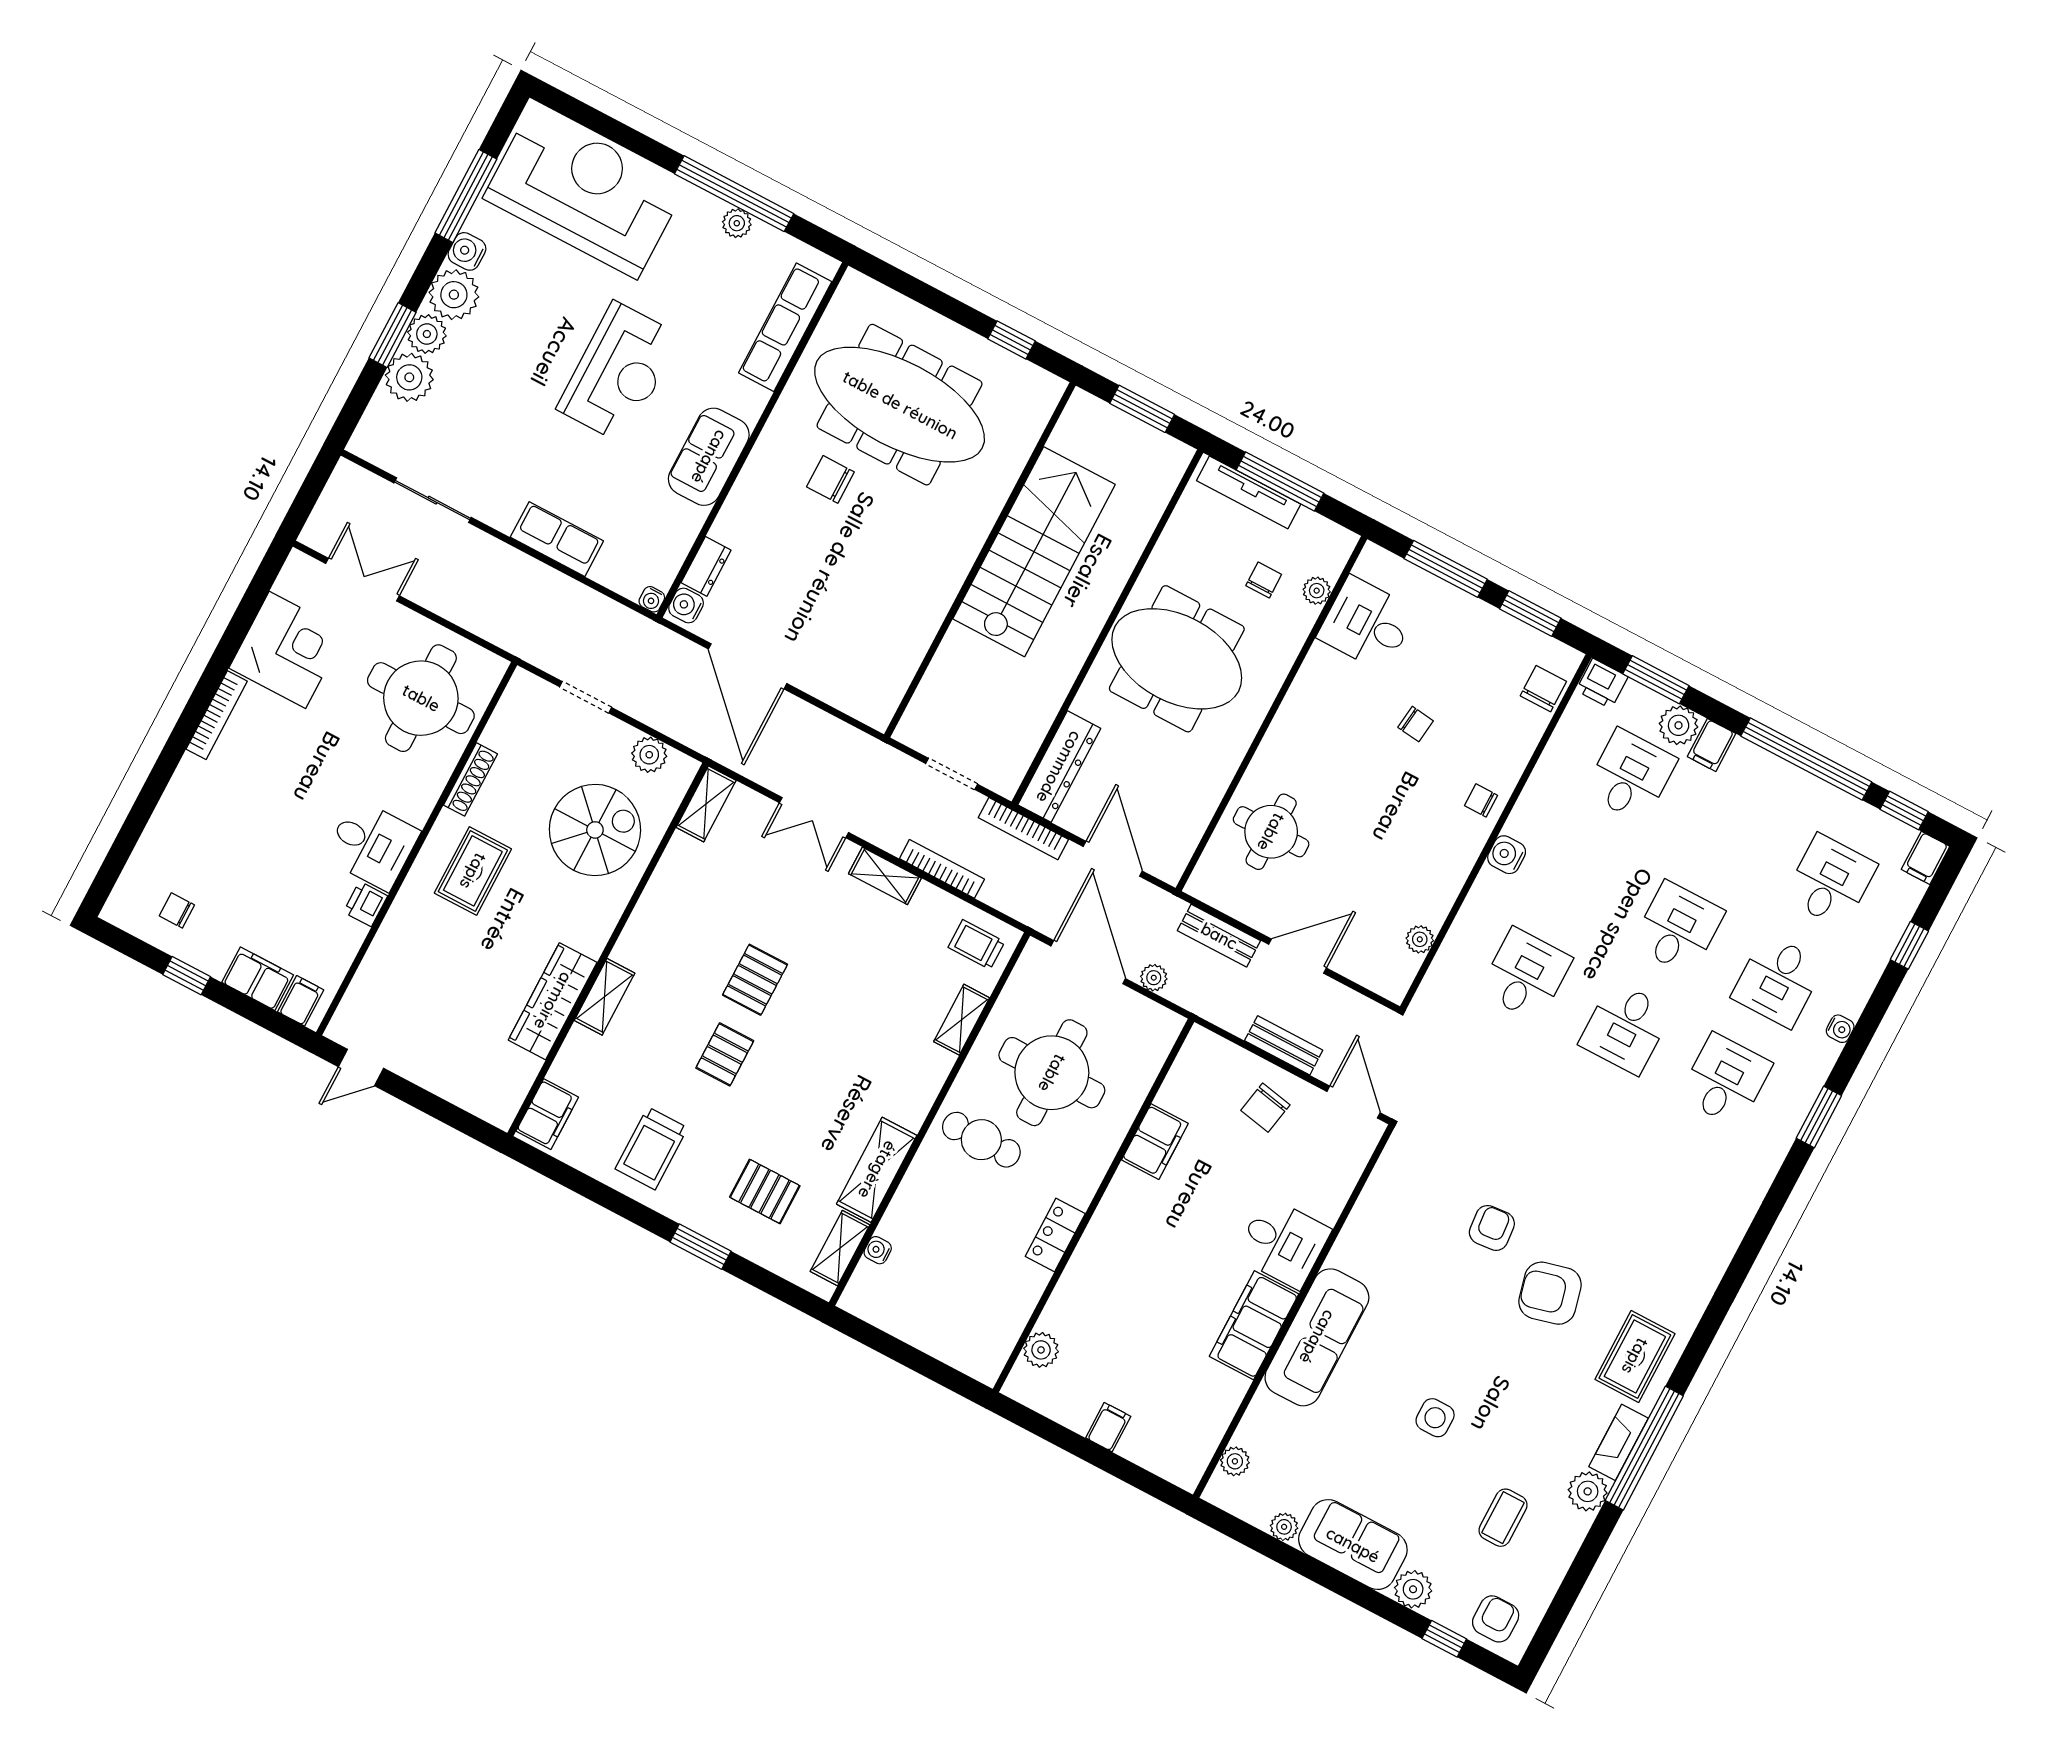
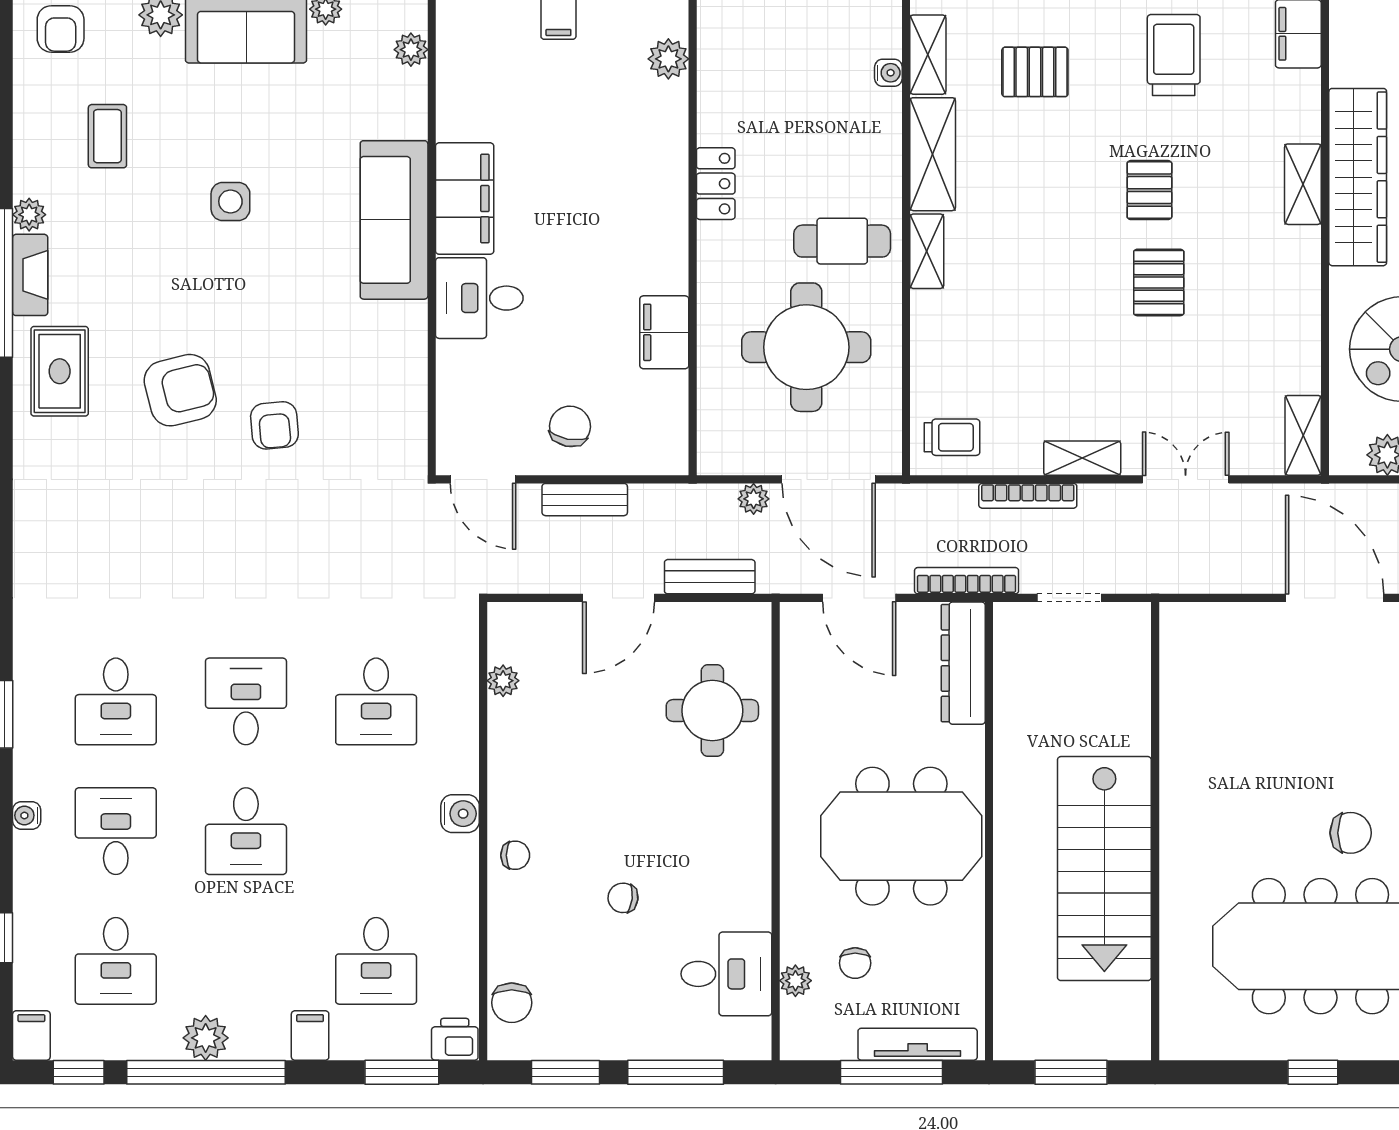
window: (1012, 340) -> (1313, 1072), moved
plant: (1679, 725) -> (206, 1038), moved
wardrobe: (553, 1001) -> (1358, 177), width x1.40, depth x1.17
shelving: (962, 1020) -> (927, 251), moved
plant: (1588, 1491) -> (29, 215), width x0.73, depth x0.73

